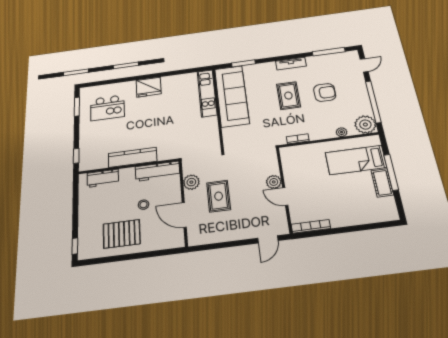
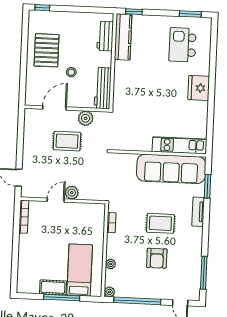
tv unit: (291, 64) -> (198, 212), moved
plant: (365, 125) -> (109, 292), width x0.53, depth x0.53
kitchen counter: (133, 157) -> (123, 37), moved

